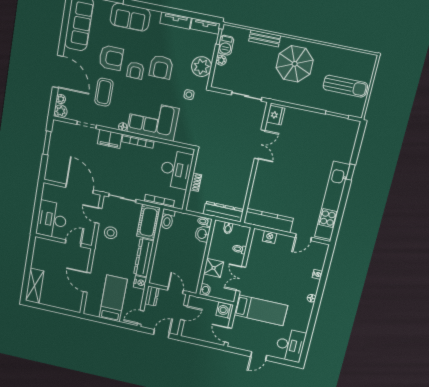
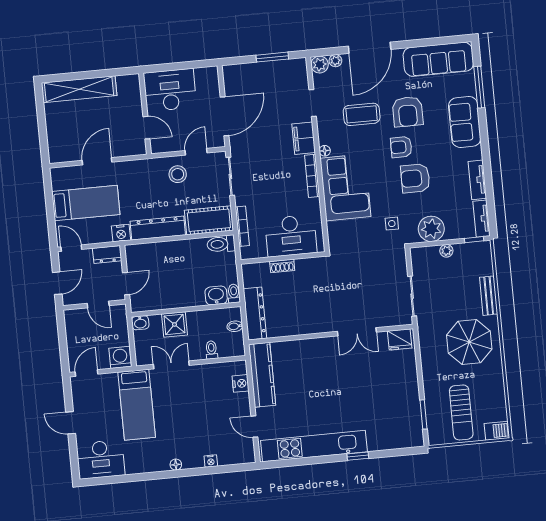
barbecue: (226, 45) -> (497, 431), moved, turned 180
shelving: (35, 286) -> (79, 89), width x1.47
door: (161, 334) -> (57, 283), hinge flipped

